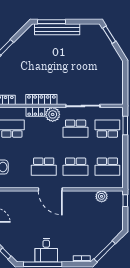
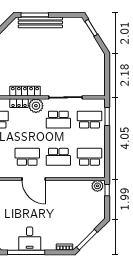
school desk: (44, 167) -> (27, 157), turned 180
school desk: (107, 167) -> (89, 157), turned 180
plant: (102, 196) -> (97, 186), moved

